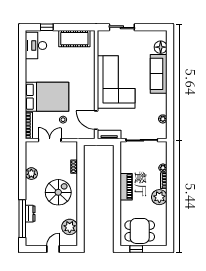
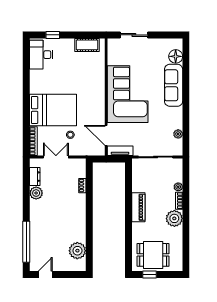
cot: (74, 39) -> (87, 45), width x0.73, depth x0.75
spiral stairs: (58, 192) -> (65, 213), removed
dresser: (30, 214) -> (35, 177), moved
door: (53, 249) -> (45, 275), moved

